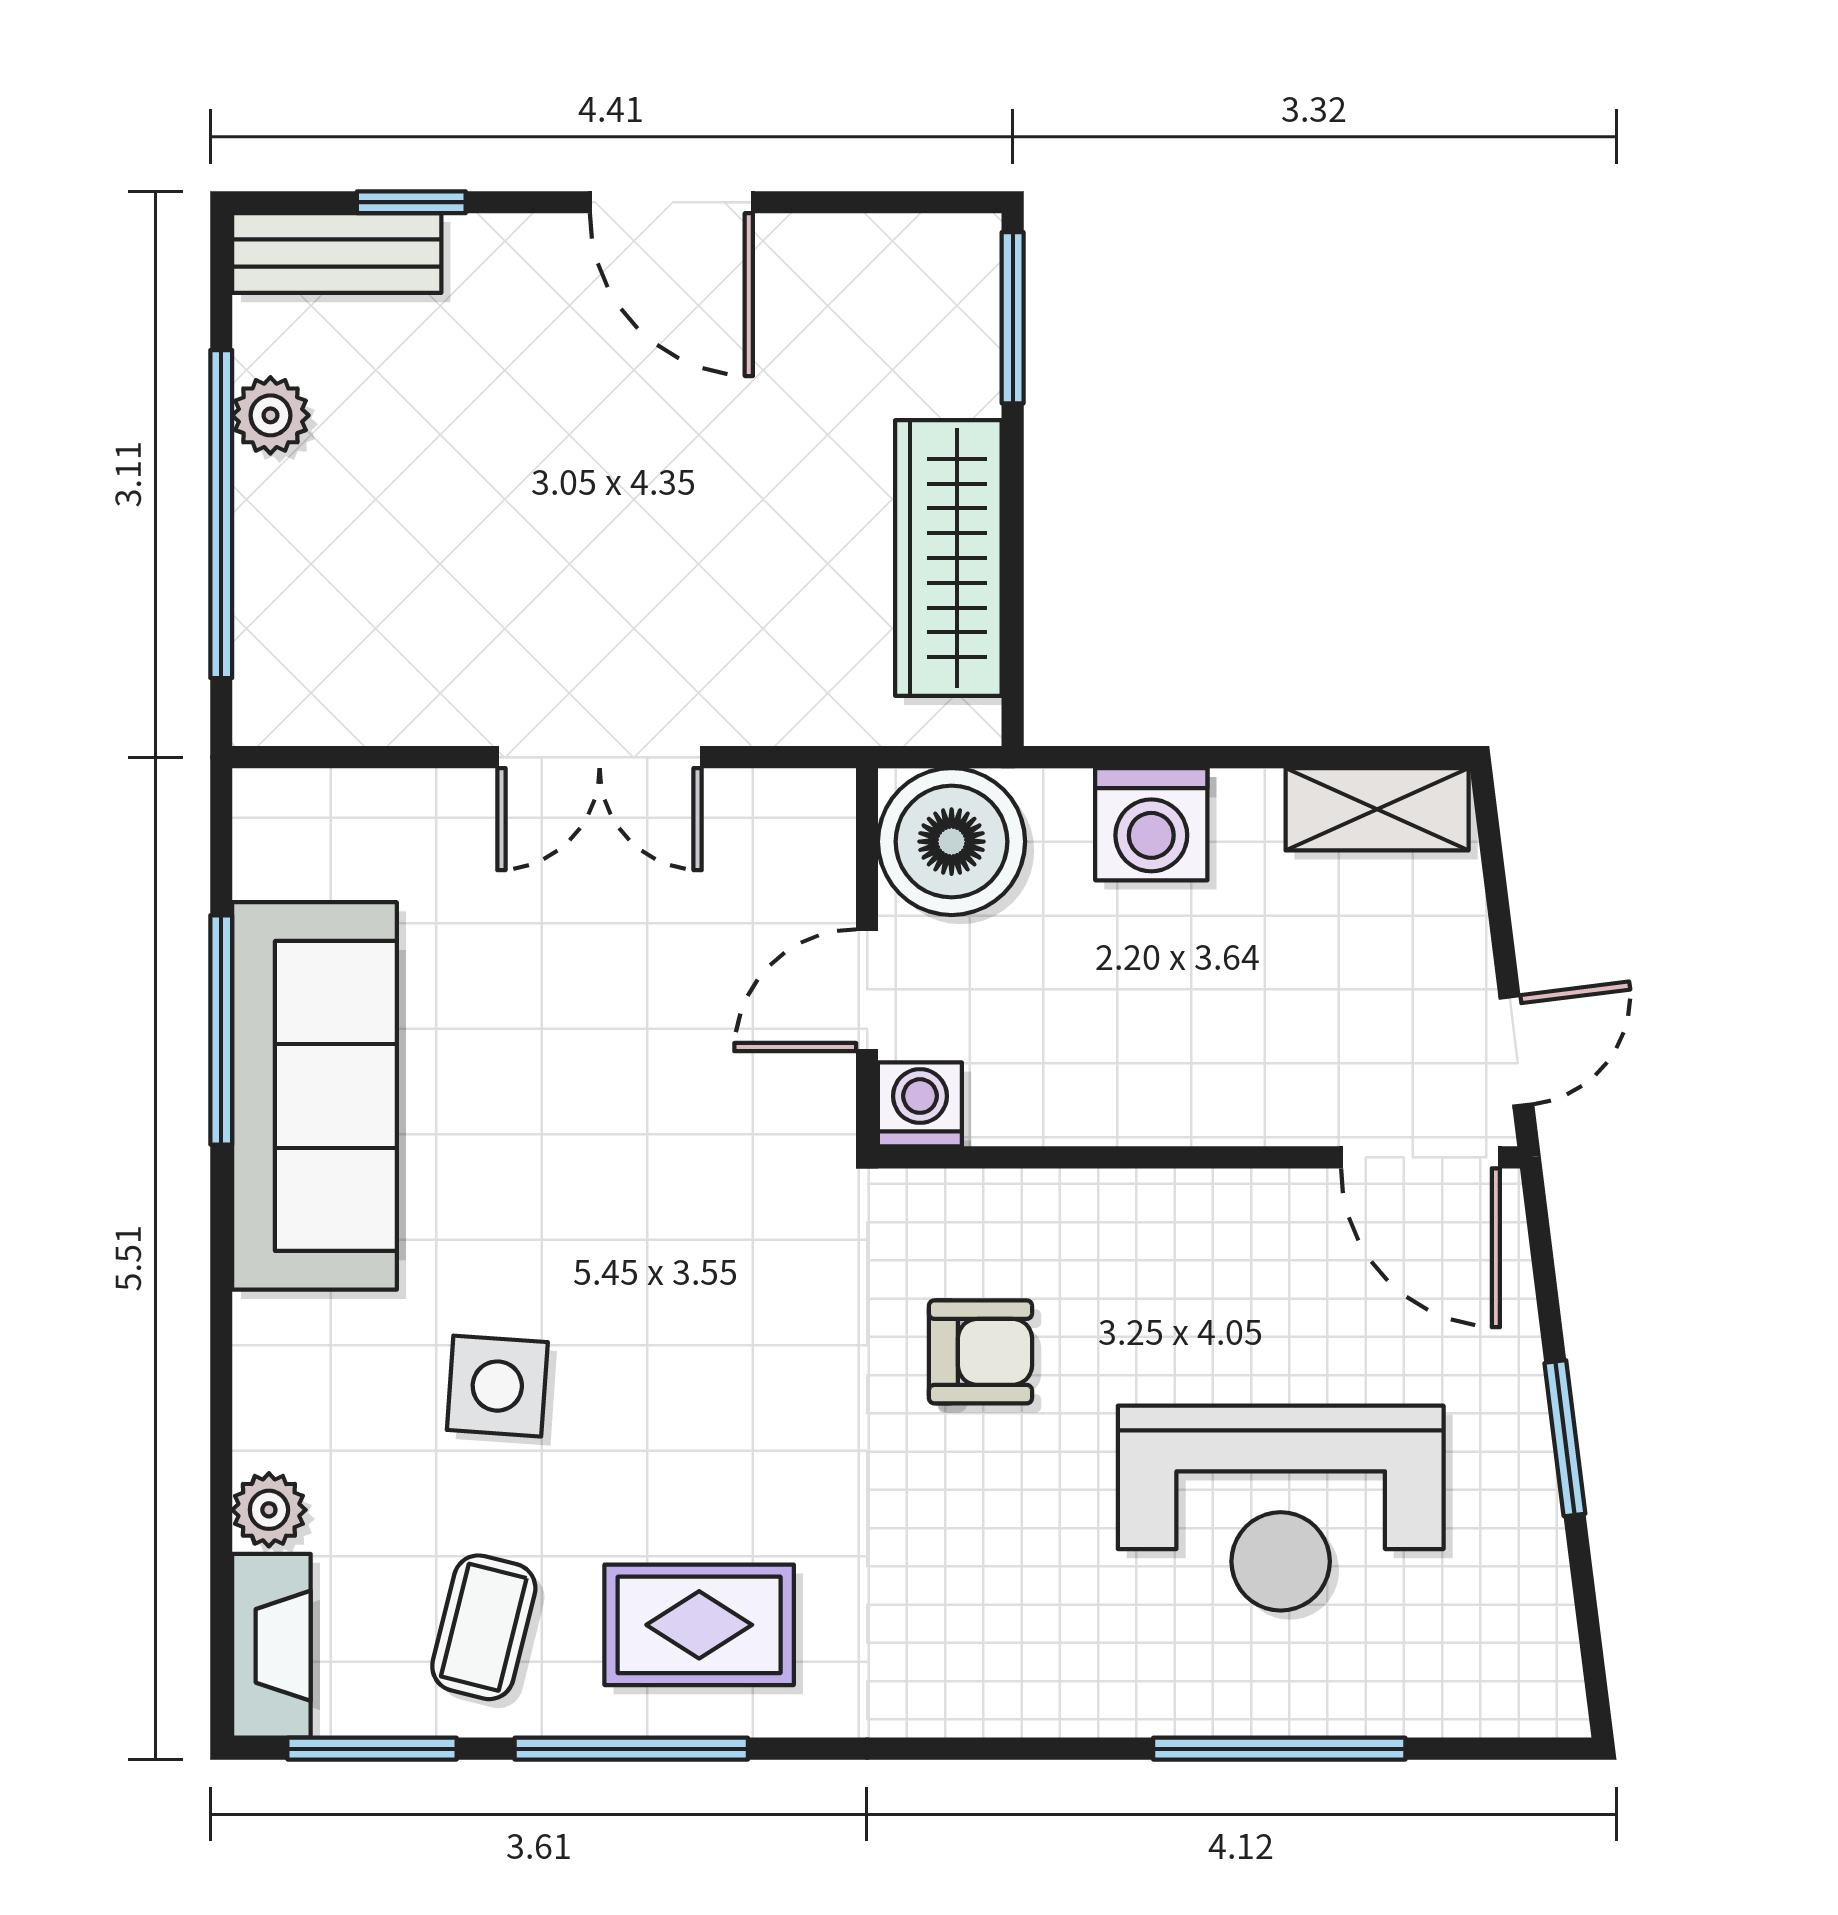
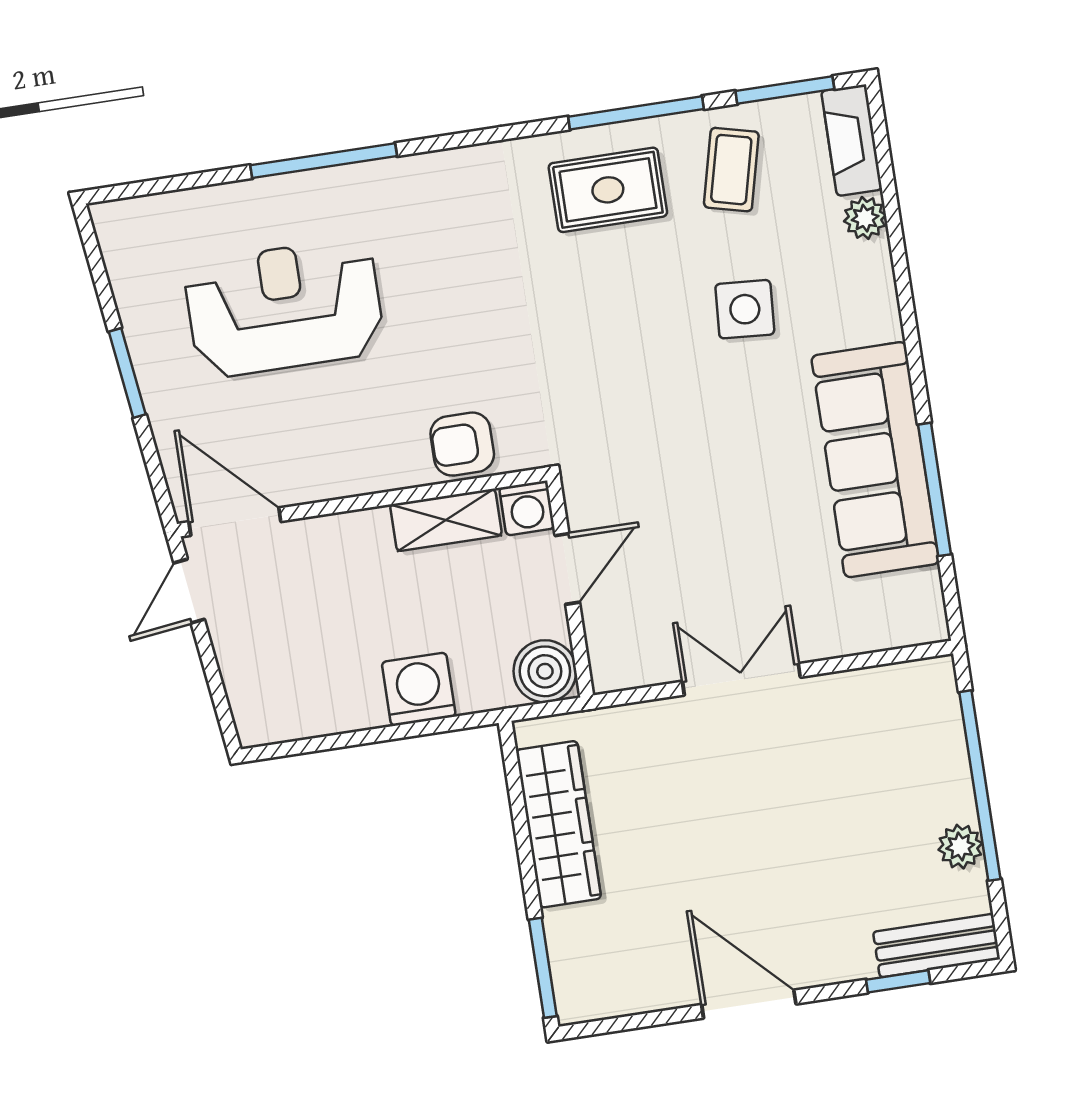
shelving: (1377, 809) -> (446, 520), moved
boiler: (952, 842) -> (545, 671), width x0.73, depth x0.73
armchair: (980, 1352) -> (462, 444), moved
window: (1279, 1749) -> (324, 161), moved

